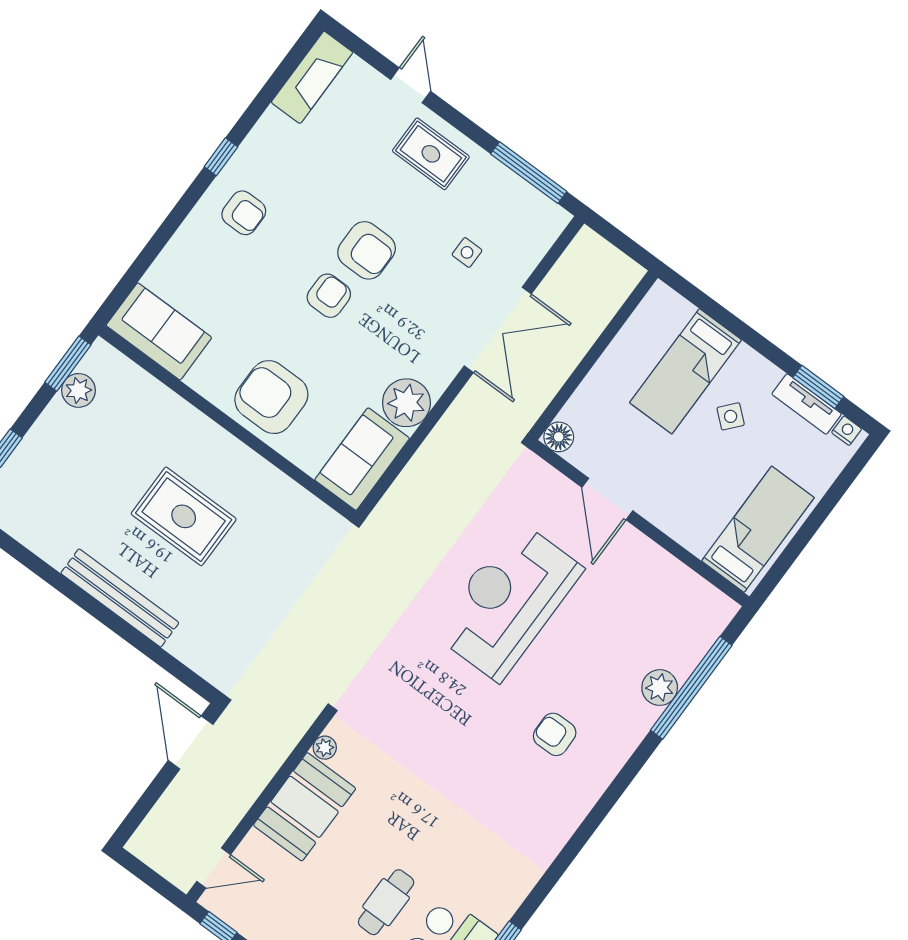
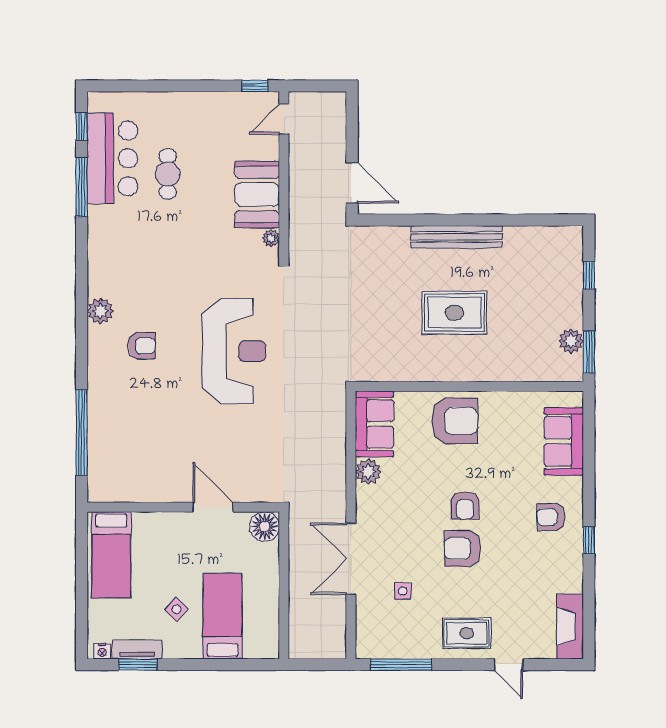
sofa: (159, 331) -> (564, 441), moved, turned 90
plant: (406, 403) -> (368, 472), width x0.73, depth x0.73
floor lamp: (559, 437) -> (264, 526), width x1.38, depth x1.38
reception desk: (508, 601) -> (234, 351), moved
plant: (660, 688) -> (100, 311), moved

